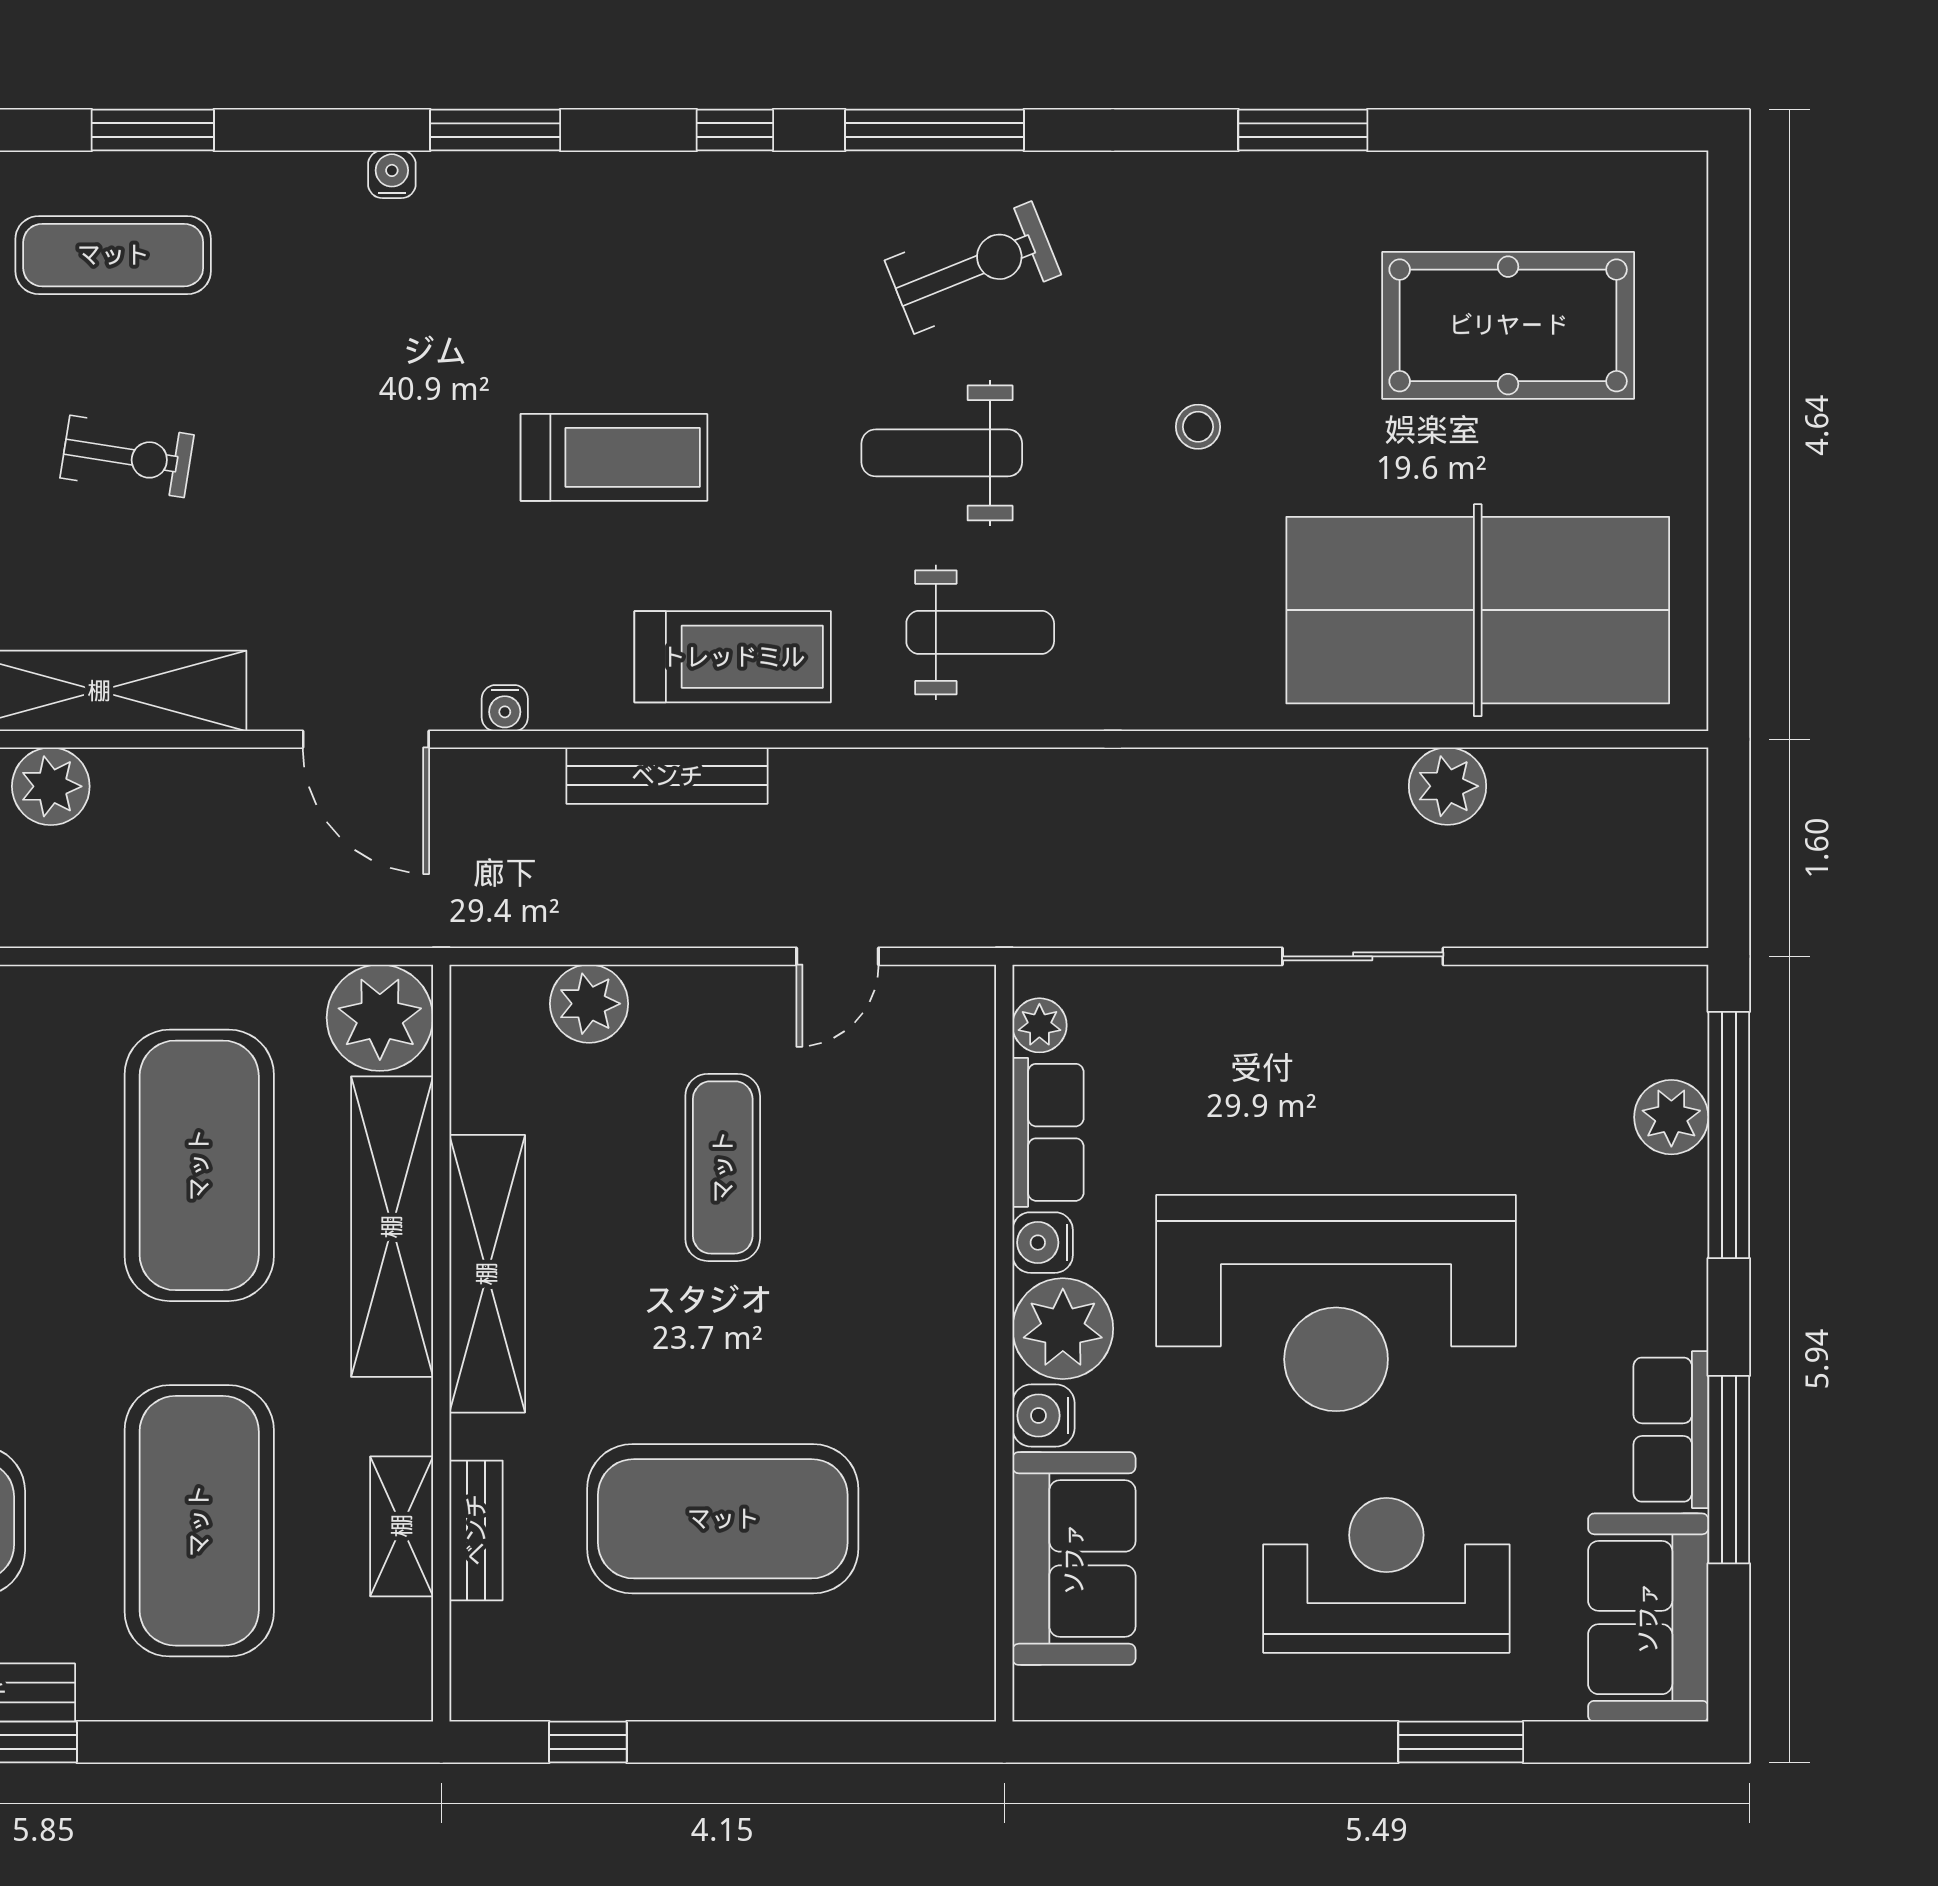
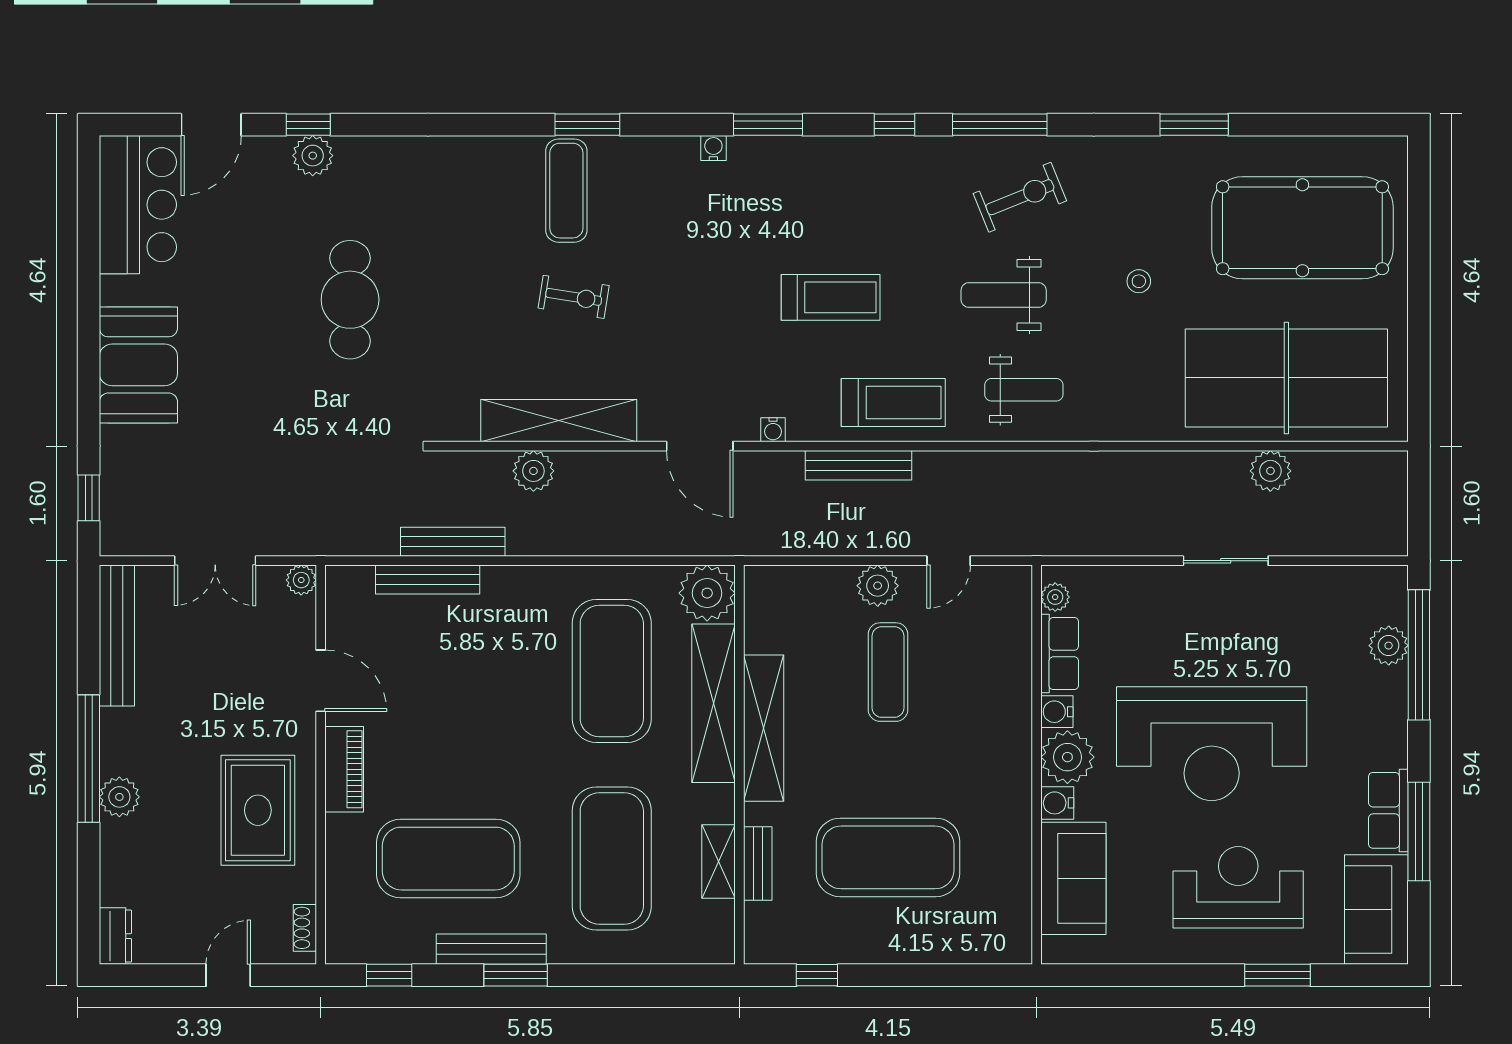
exercise mat: (113, 255) -> (566, 191), turned 90
pool table: (1508, 325) -> (1302, 228), width x1.36, depth x1.32
plant: (589, 1004) -> (878, 586), moved

